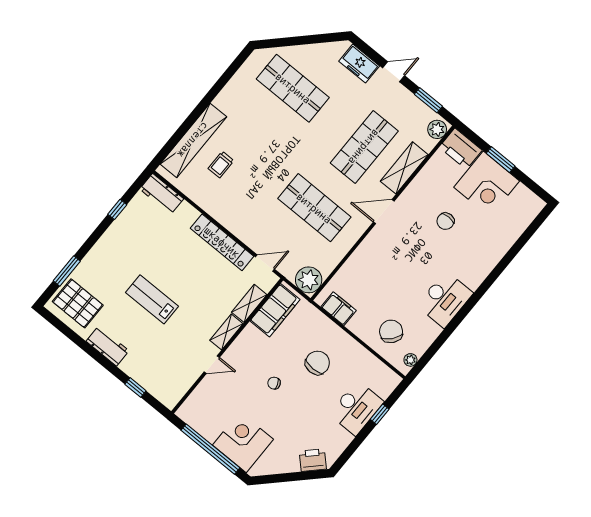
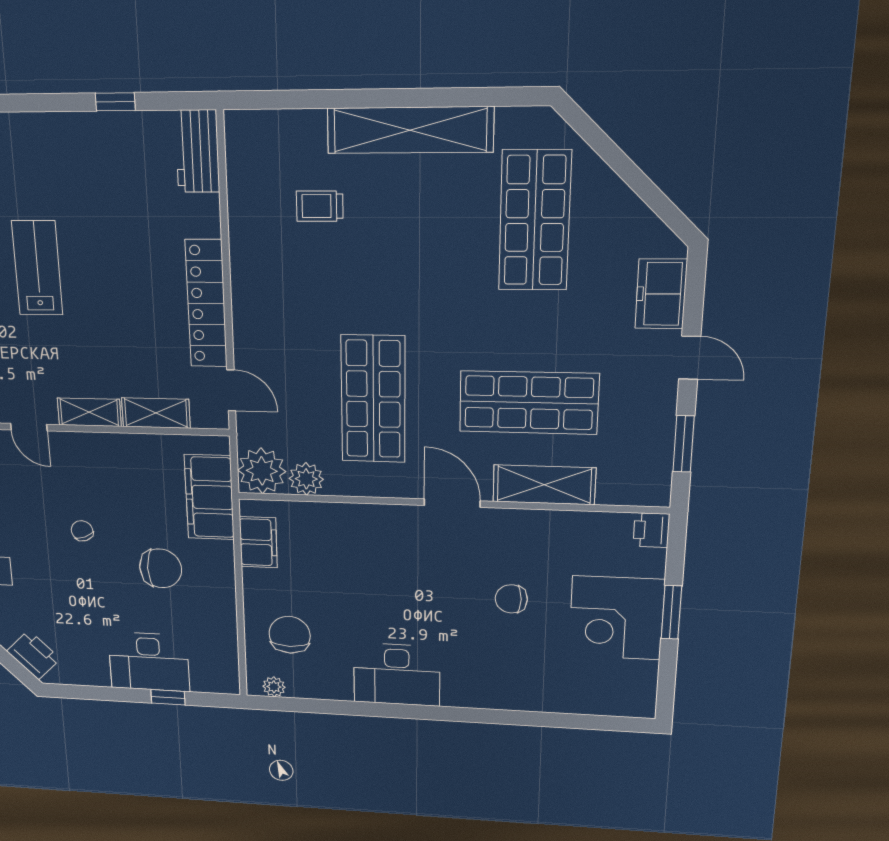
plant: (437, 129) -> (306, 479), moved
shelving: (193, 140) -> (410, 130), moved
printer: (461, 149) -> (651, 530), width x0.53, depth x0.68
filing cabinet: (275, 310) -> (209, 497), moved, turned 90
chair: (391, 331) -> (290, 635), turned -40

